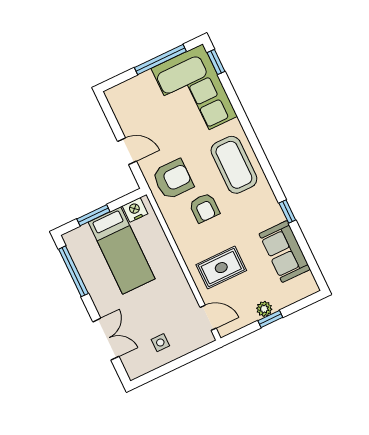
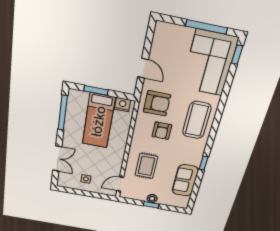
rug: (221, 268) -> (146, 166), turned 90
door: (208, 318) -> (120, 184), swing flipped

